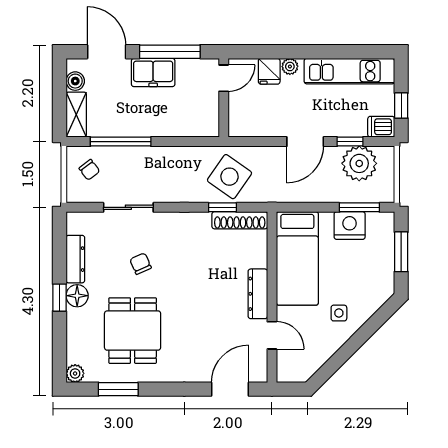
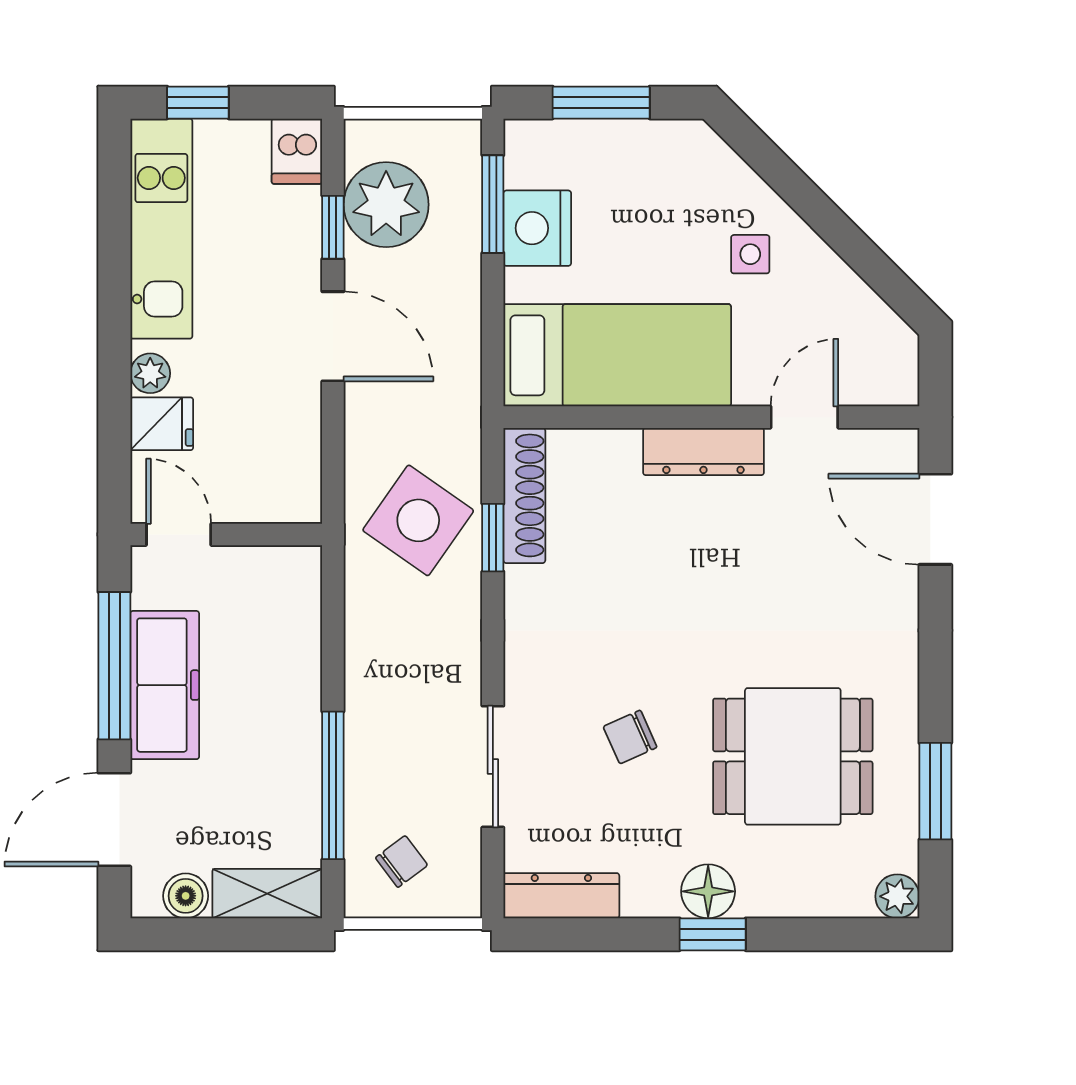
freezer: (153, 72) -> (165, 685), width x1.40
window: (401, 106) -> (198, 103), moved
dresser: (75, 259) -> (561, 896), moved

